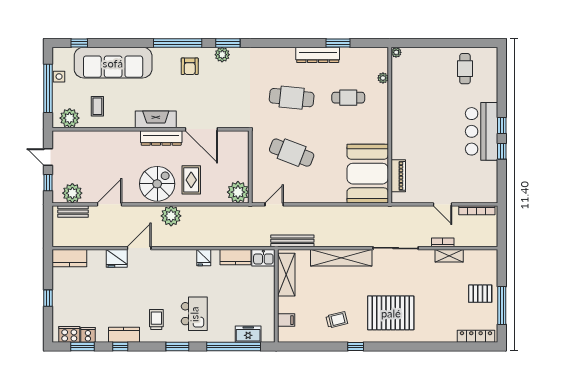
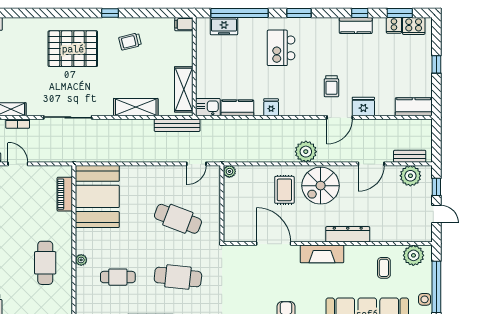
plant: (383, 78) -> (81, 260), moved
cafe table: (417, 111) -> (45, 263), added
dresser: (161, 138) -> (348, 234), moved
plant: (238, 192) -> (229, 171), width x0.53, depth x0.53
shelving: (341, 258) -> (136, 107), width x0.68
trolley: (156, 320) -> (331, 86), moved
filing cabinet: (286, 320) -> (184, 24), moved

